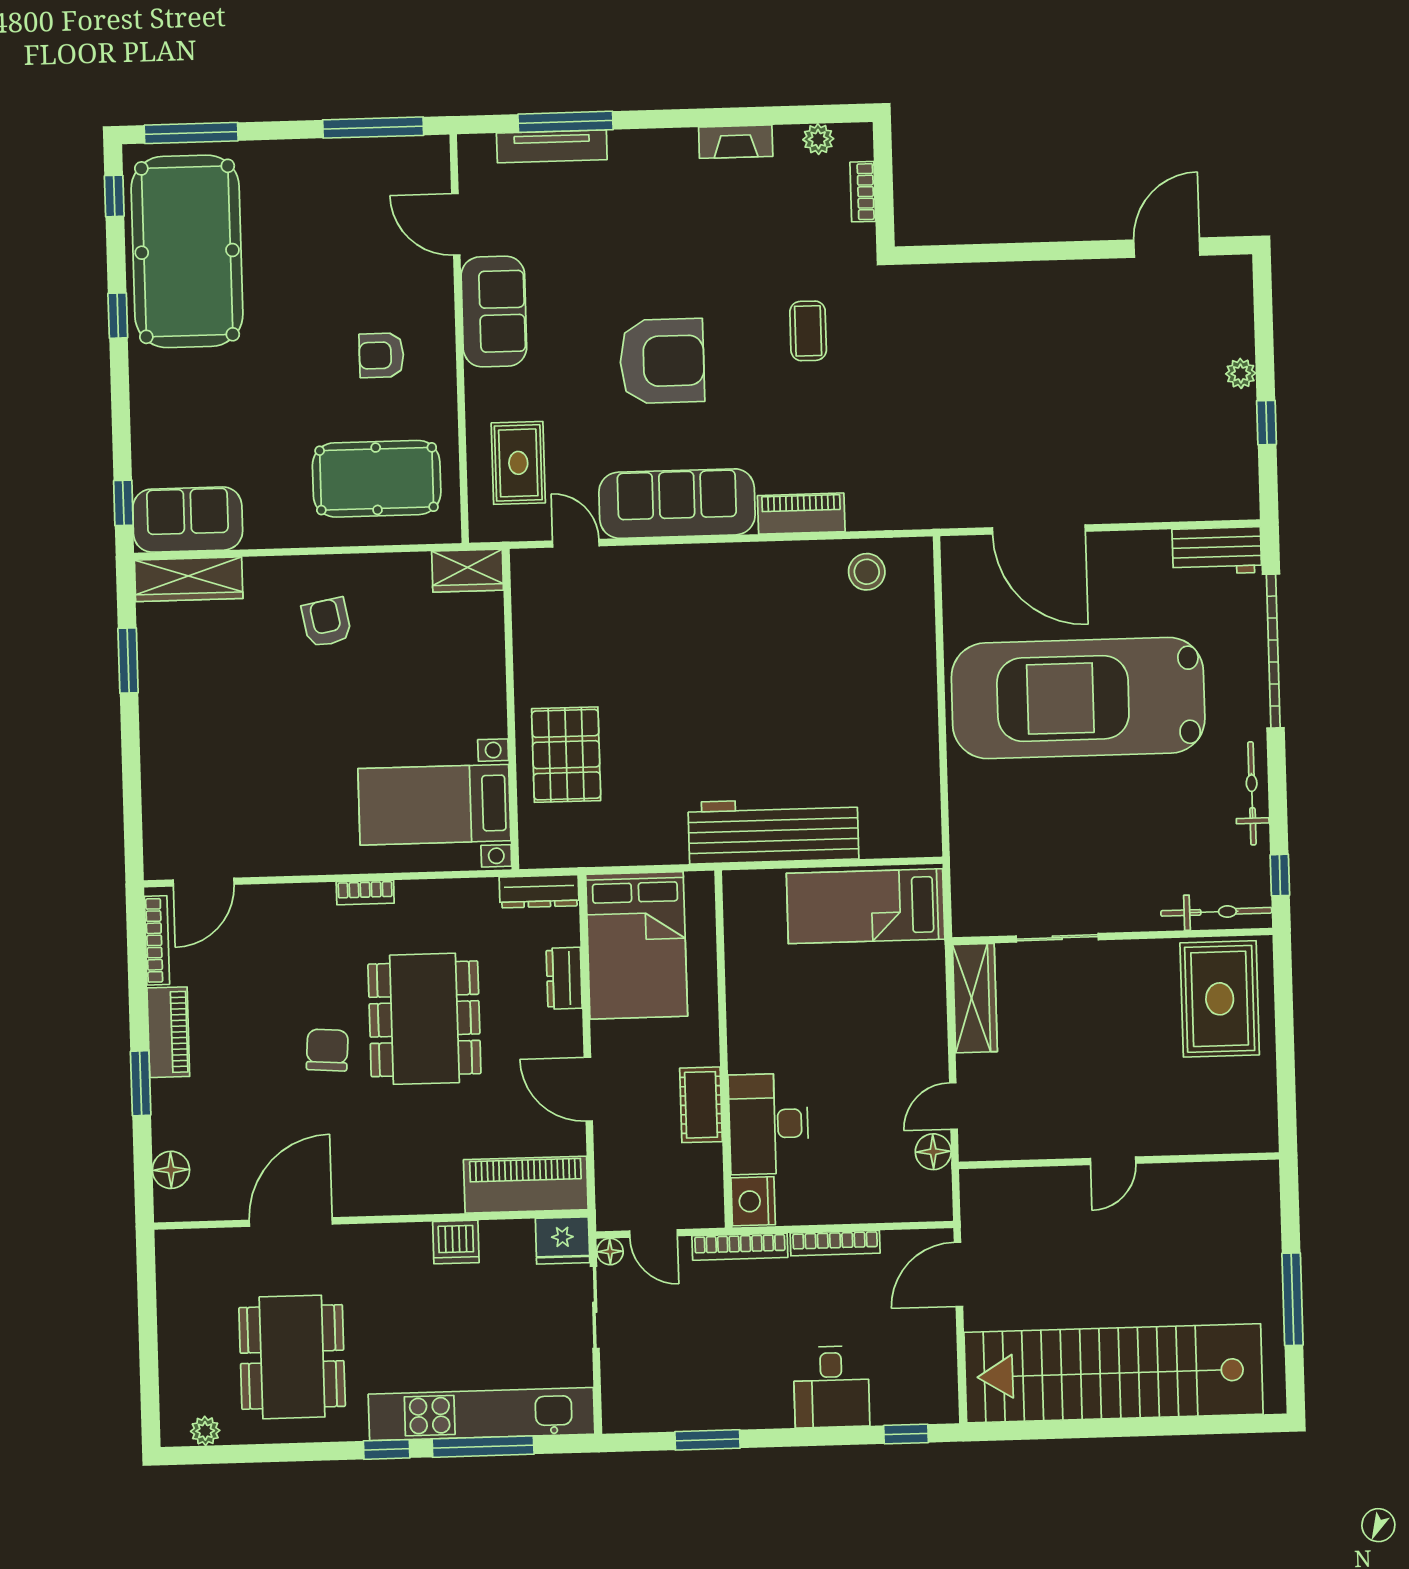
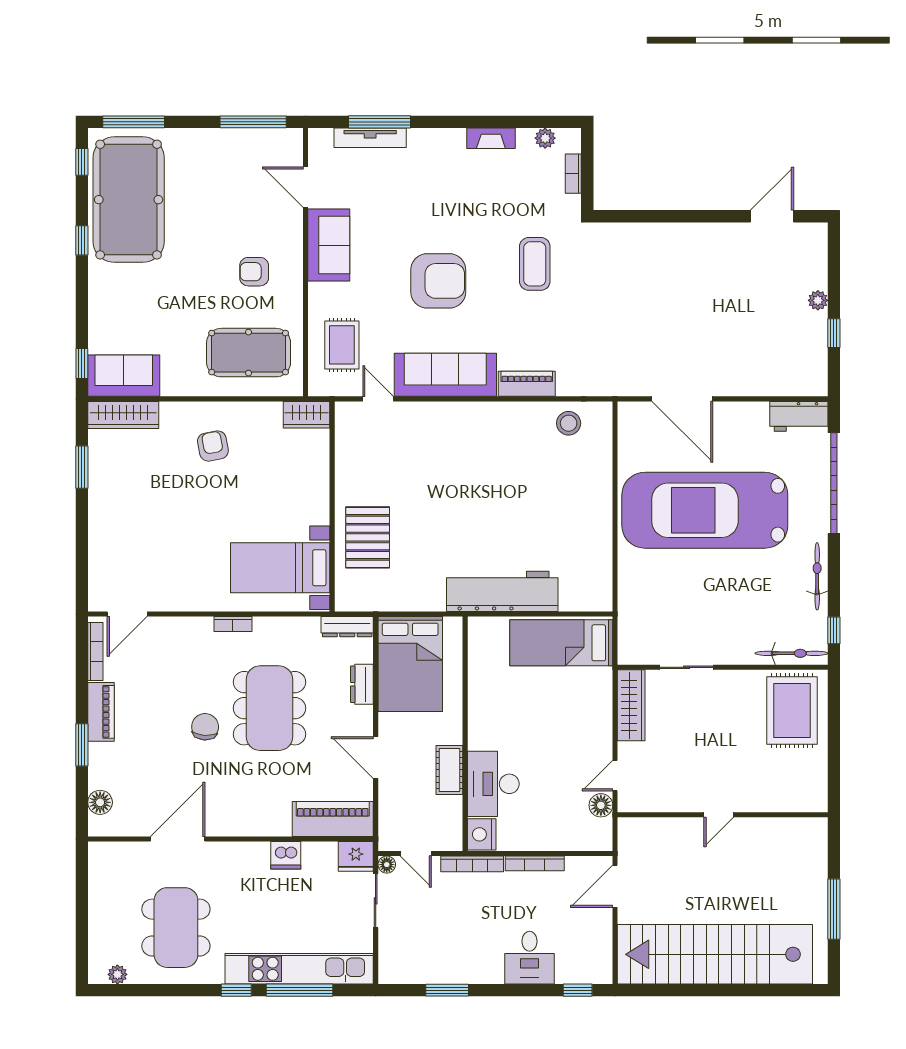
coffee table: (808, 331) -> (535, 264), width x1.36, depth x1.30

